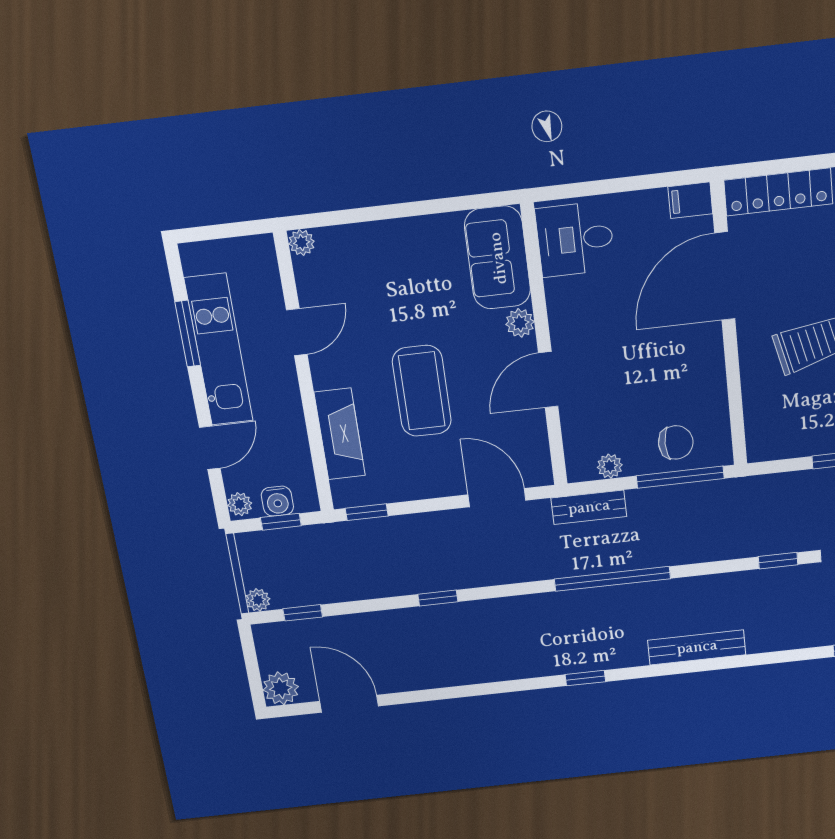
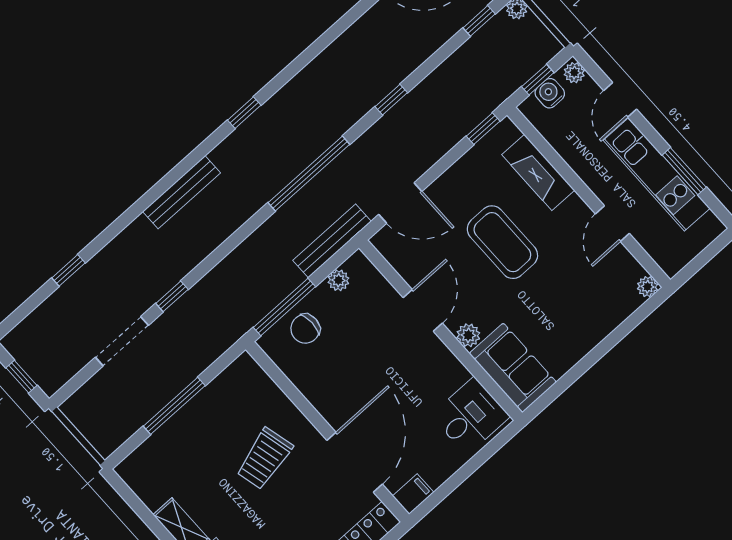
bench: (589, 507) -> (332, 241), width x1.36
window: (612, 579) -> (309, 174), moved

